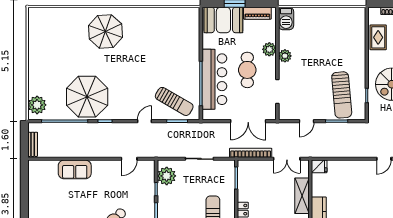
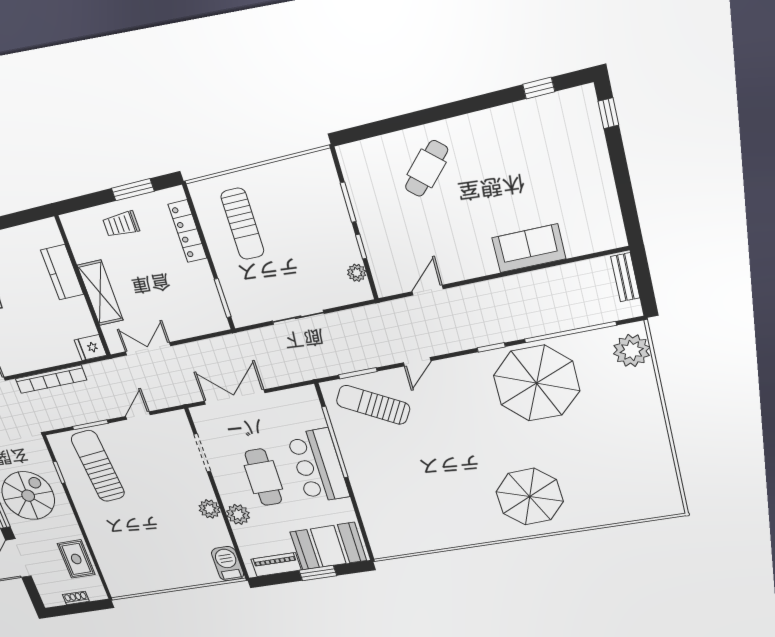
bar counter: (214, 79) -> (318, 466), width x0.73
bookcase: (251, 153) -> (51, 379), moved
plant: (167, 176) -> (357, 273), width x0.53, depth x0.53

